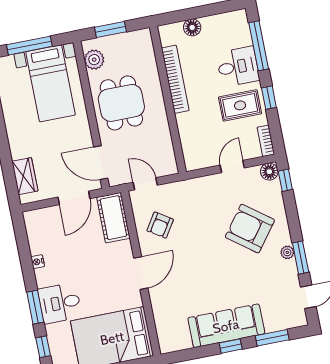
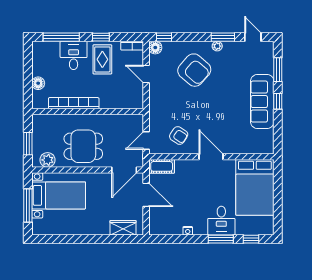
cot: (113, 218) -> (162, 166), width x0.73, depth x0.75
armchair: (250, 229) -> (194, 70), turned -86

